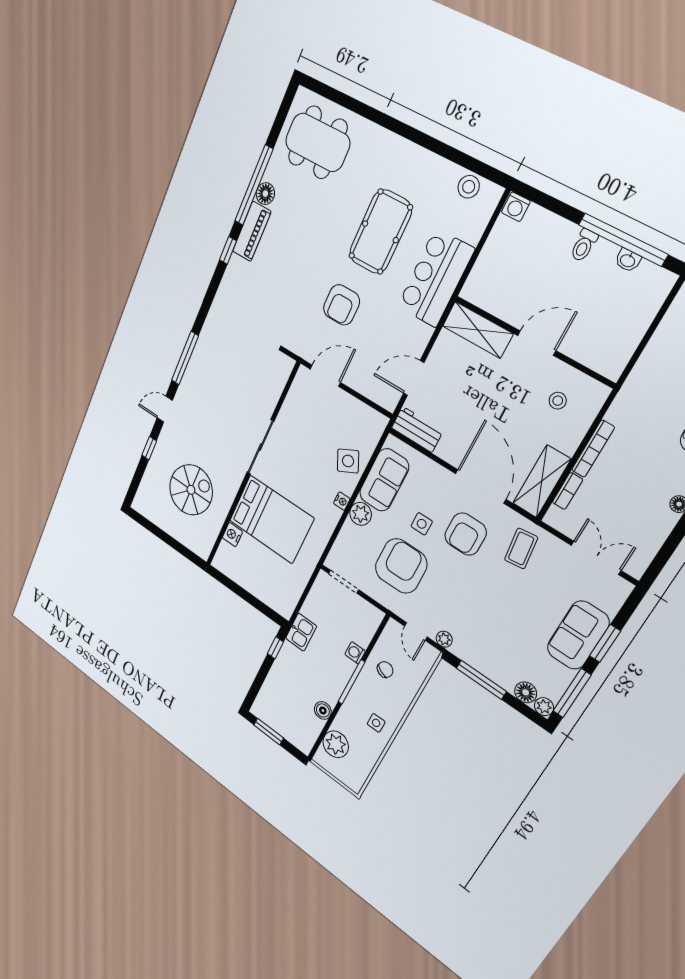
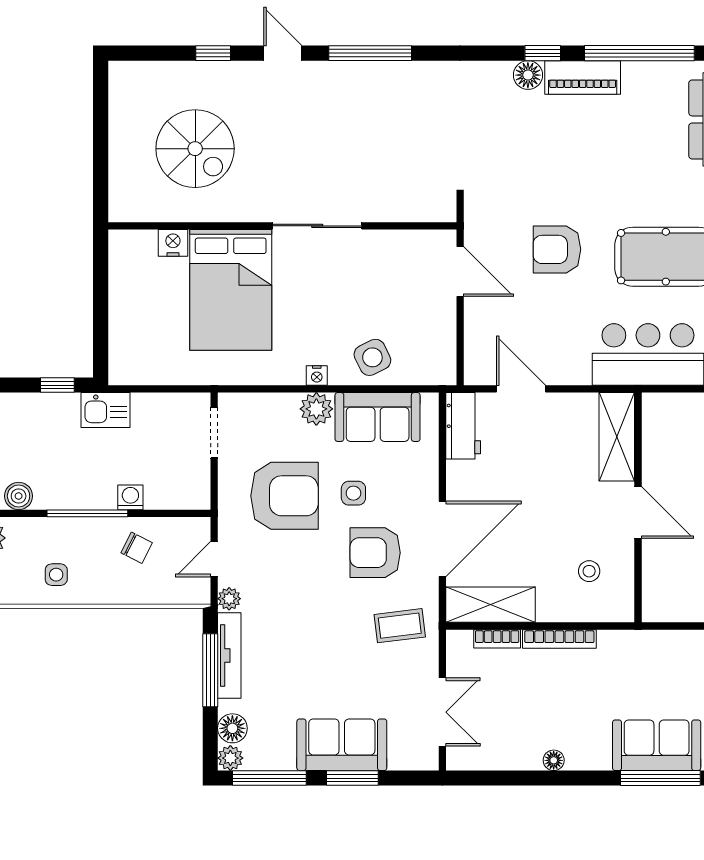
floor lamp: (265, 194) -> (528, 75), moved
tv unit: (479, 663) -> (229, 655), added

